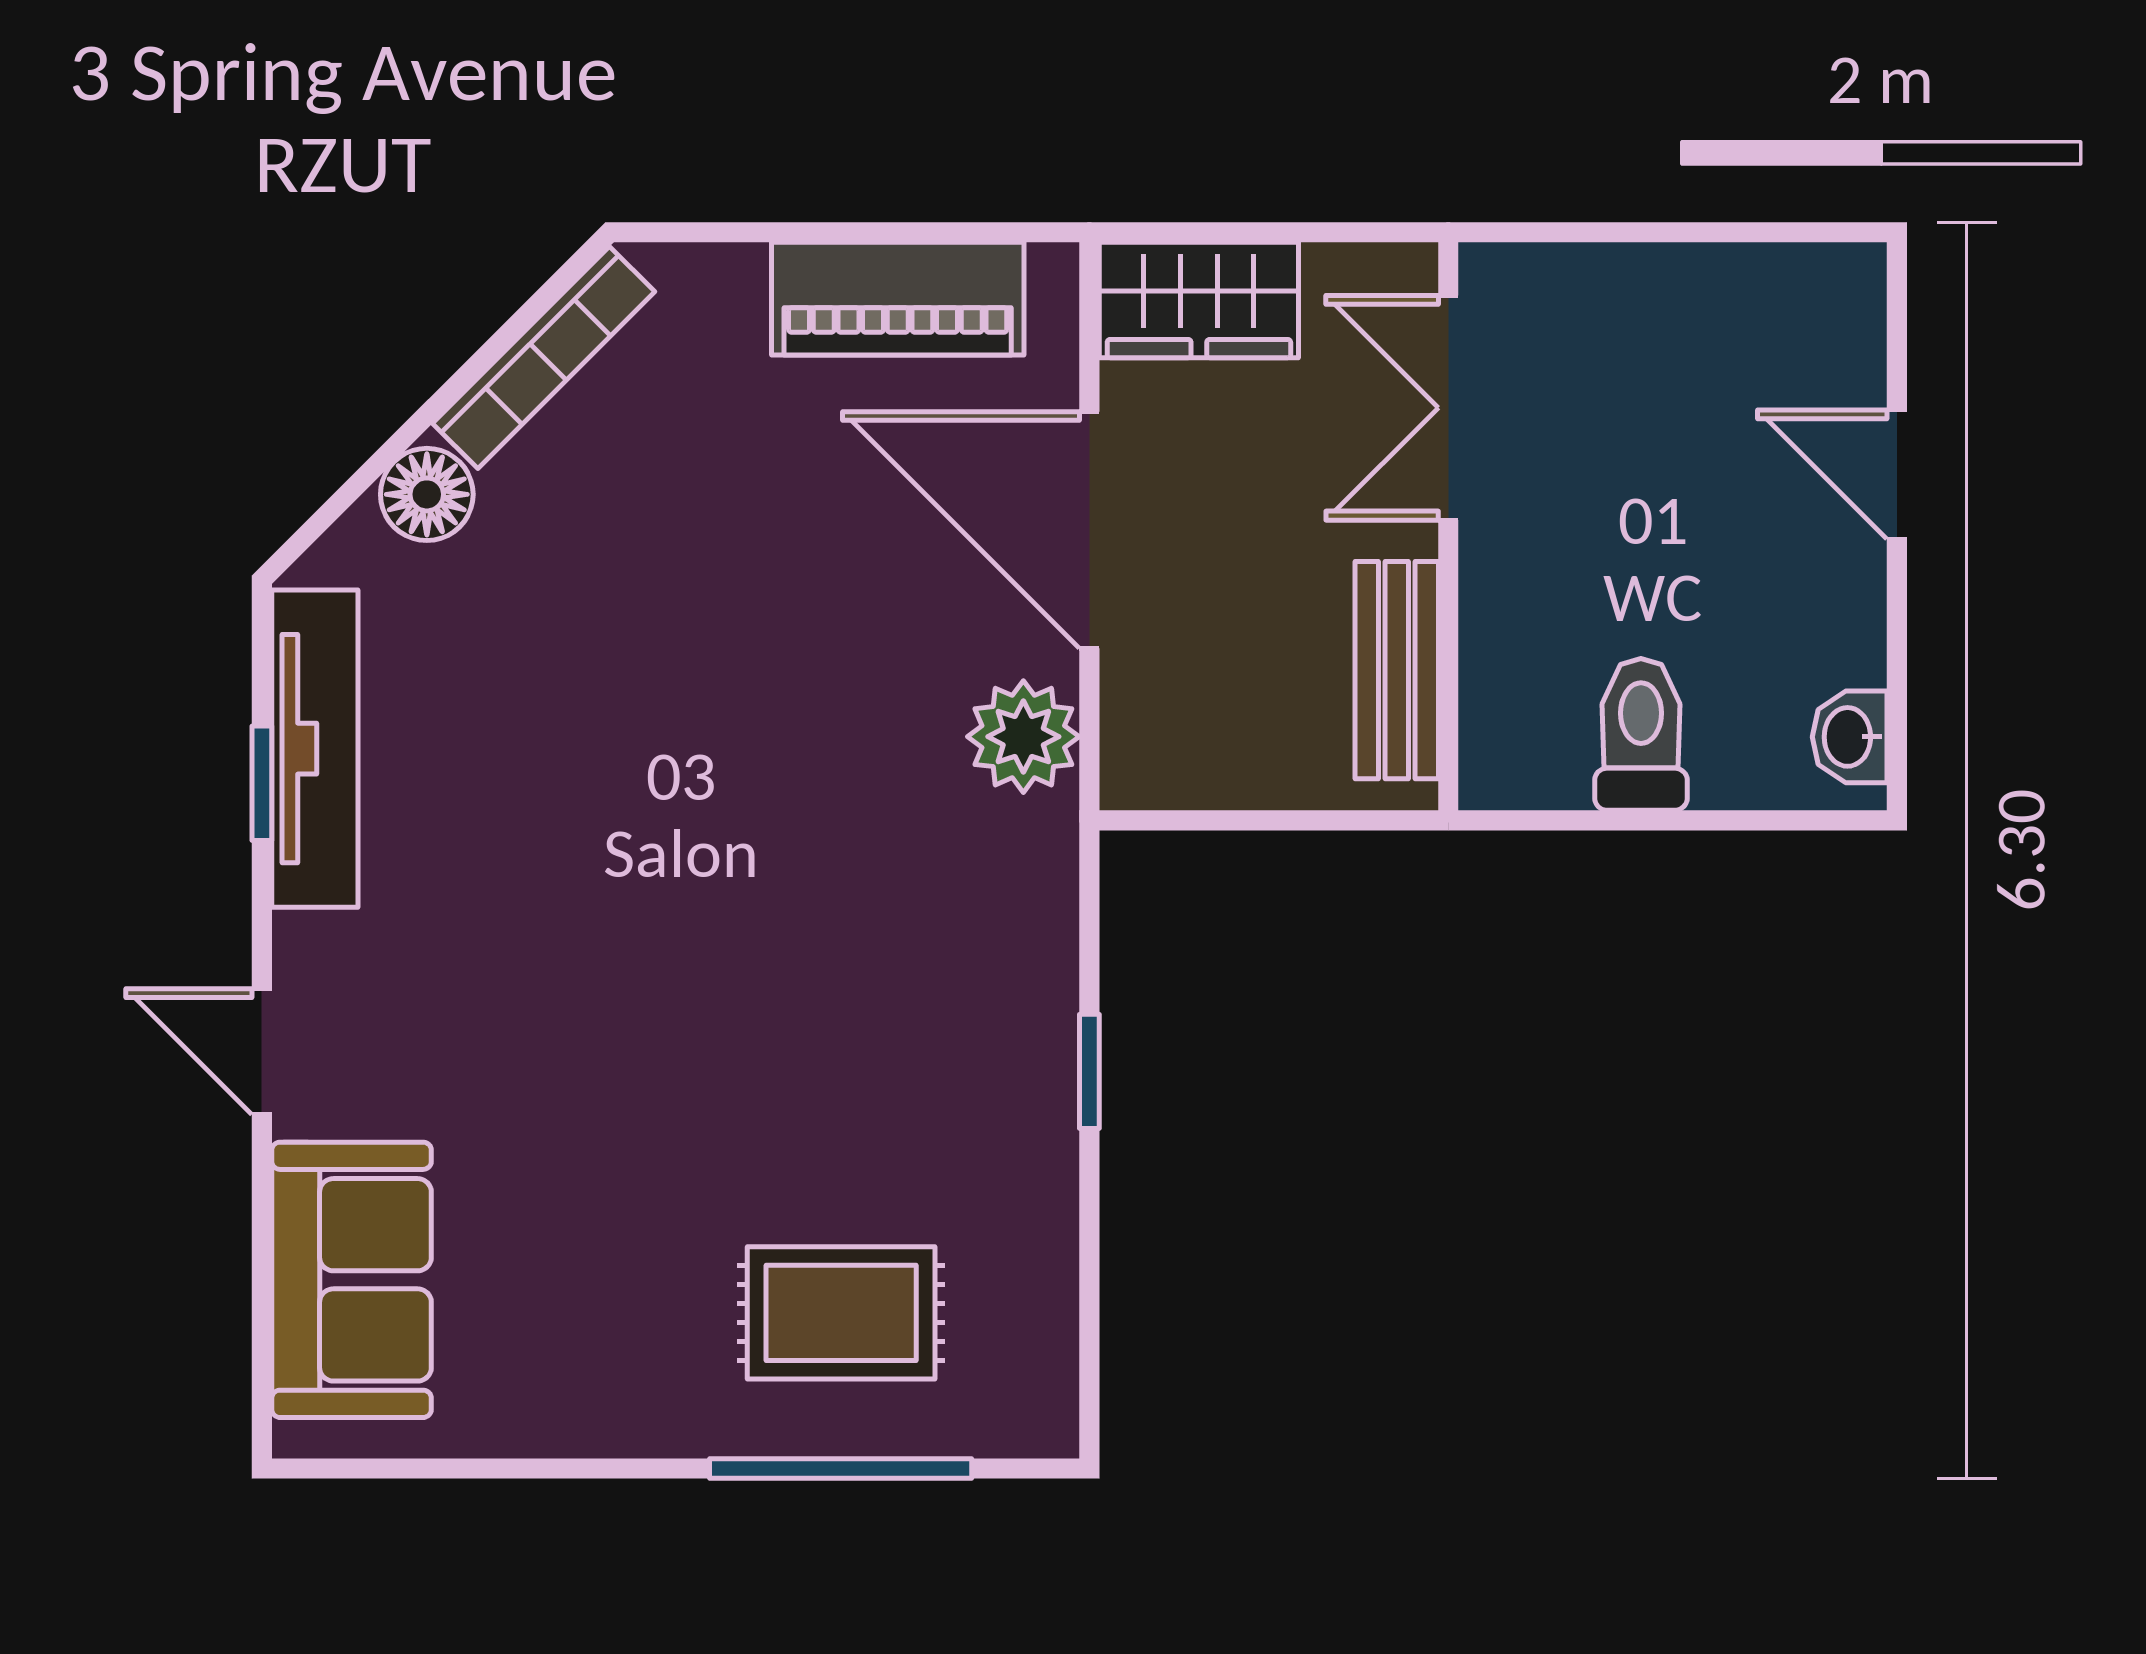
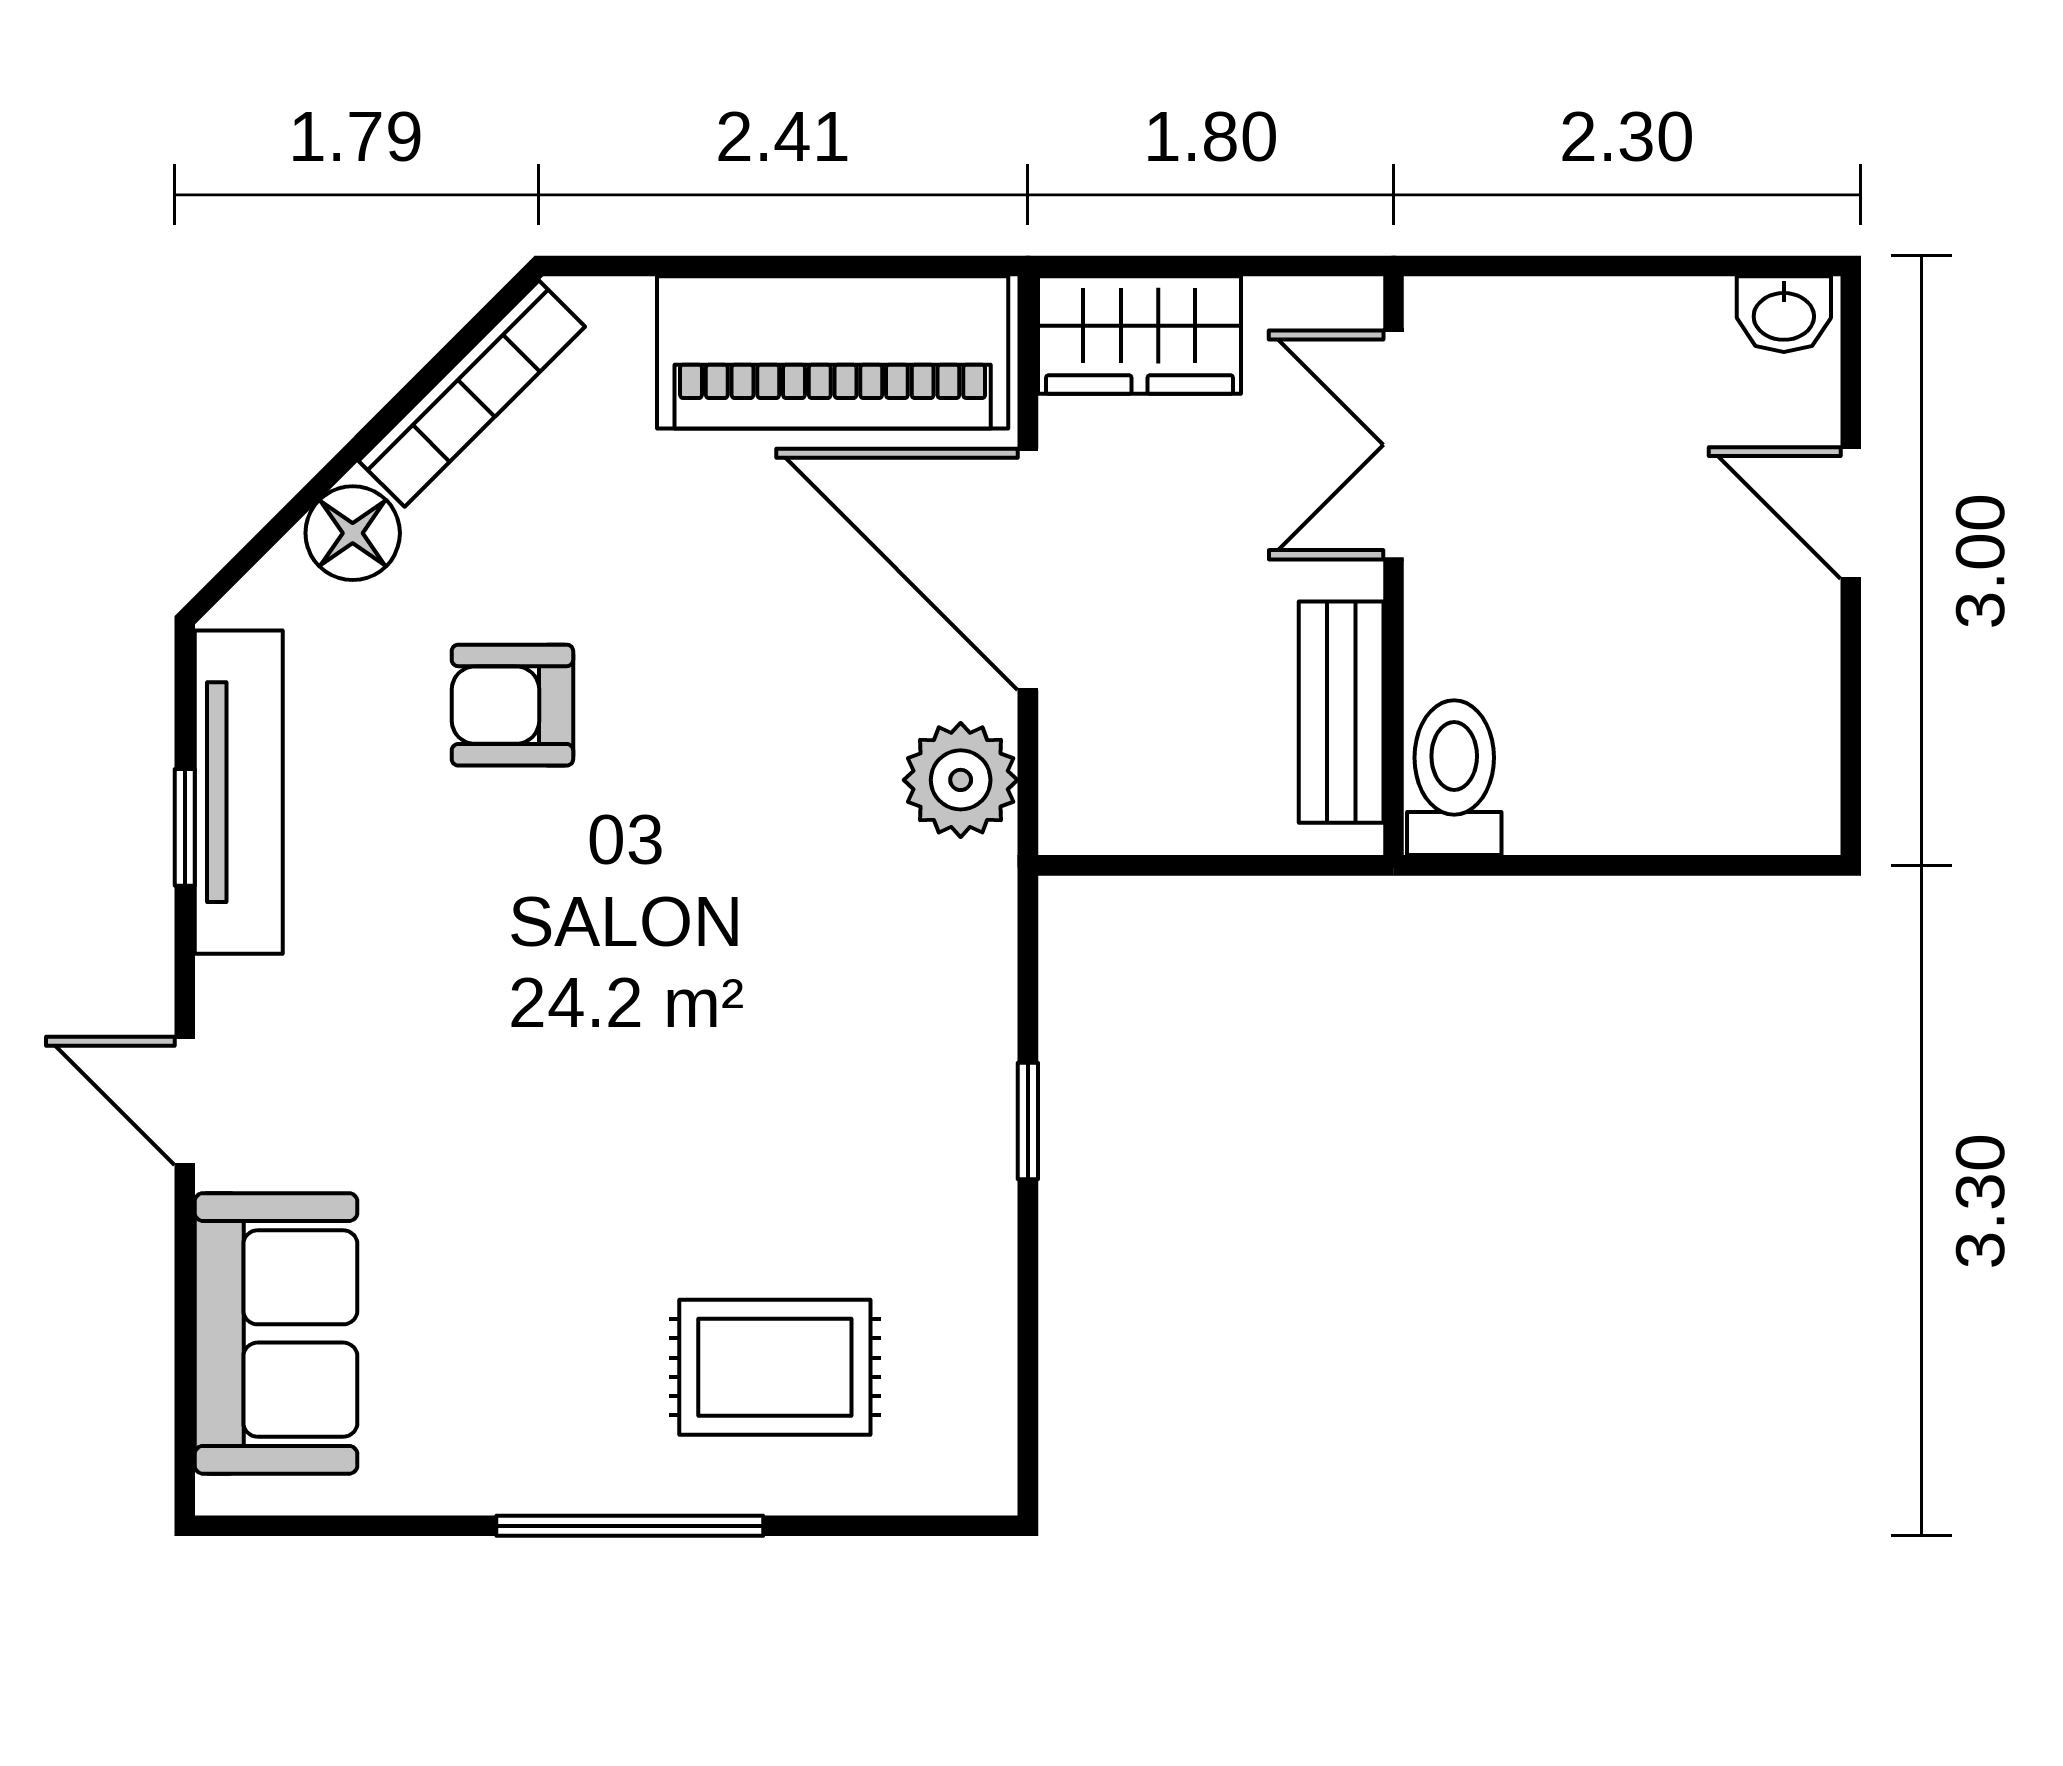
piano: (898, 299) -> (833, 352), width x1.37, depth x1.33
armchair: (584, 663) -> (512, 705), added
toilet: (1641, 734) -> (1454, 778), moved
washbasin: (1850, 737) -> (1784, 314), moved, turned -90
window: (841, 1468) -> (630, 1526), moved

